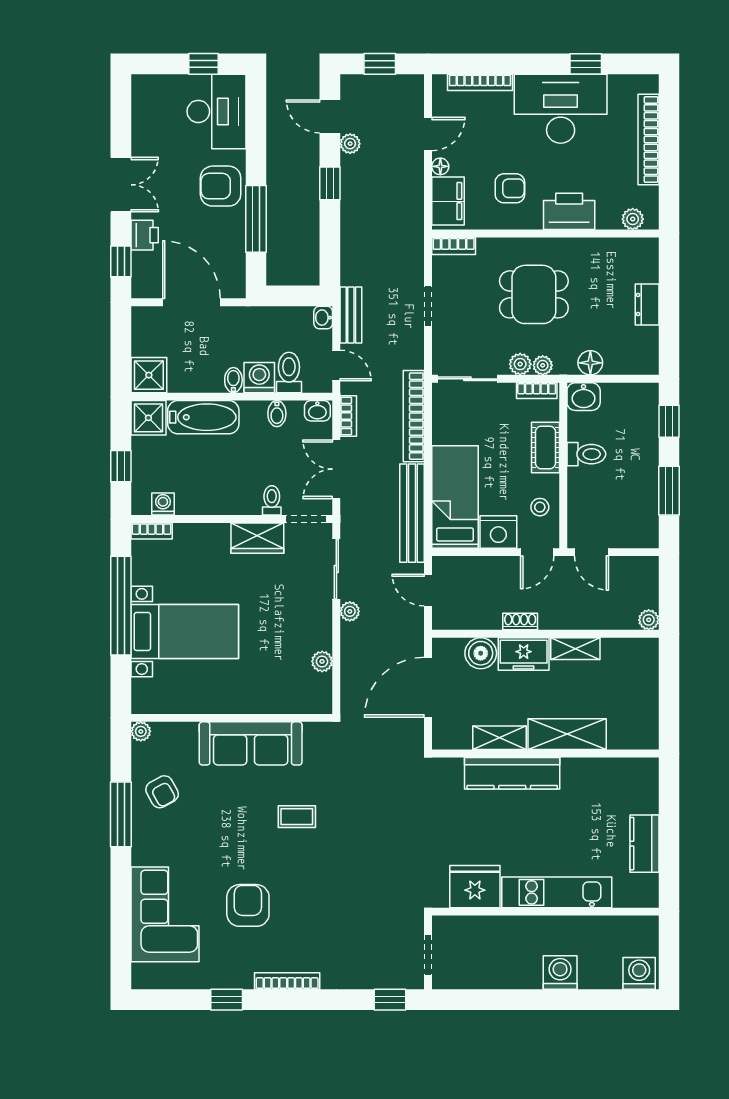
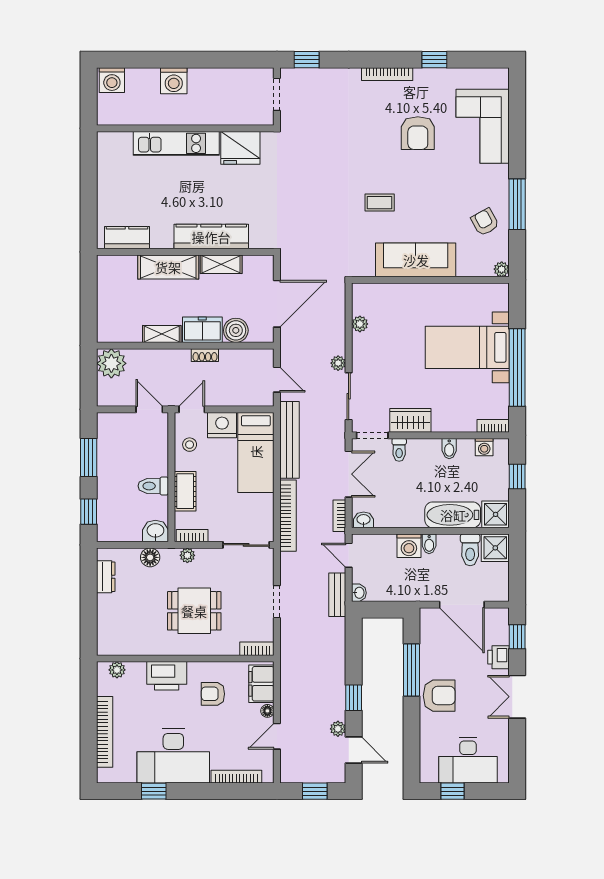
desk: (216, 111) -> (468, 760), moved, turned -90
dresser: (647, 304) -> (106, 577), moved
plant: (520, 364) -> (205, 556), removed
toilet: (289, 372) -> (470, 550), moved
bidet: (277, 414) -> (449, 449), moved, turned 180
plant: (649, 620) -> (111, 363), width x1.88, depth x1.88
kitchen counter: (644, 844) -> (127, 238), moved, turned -90

